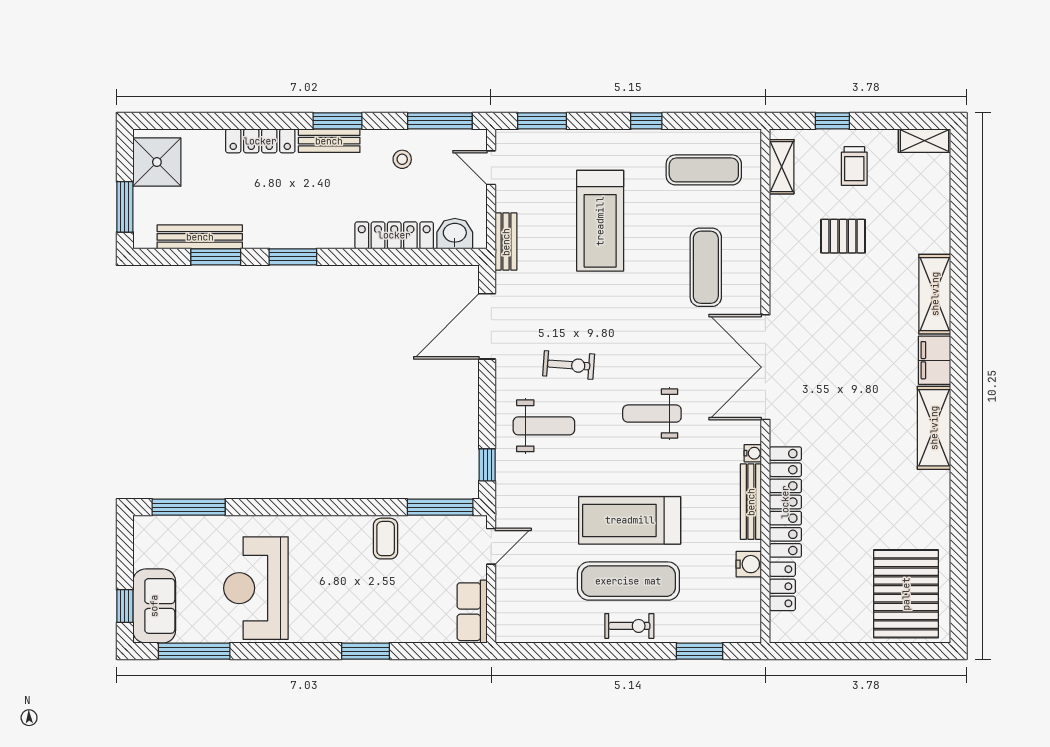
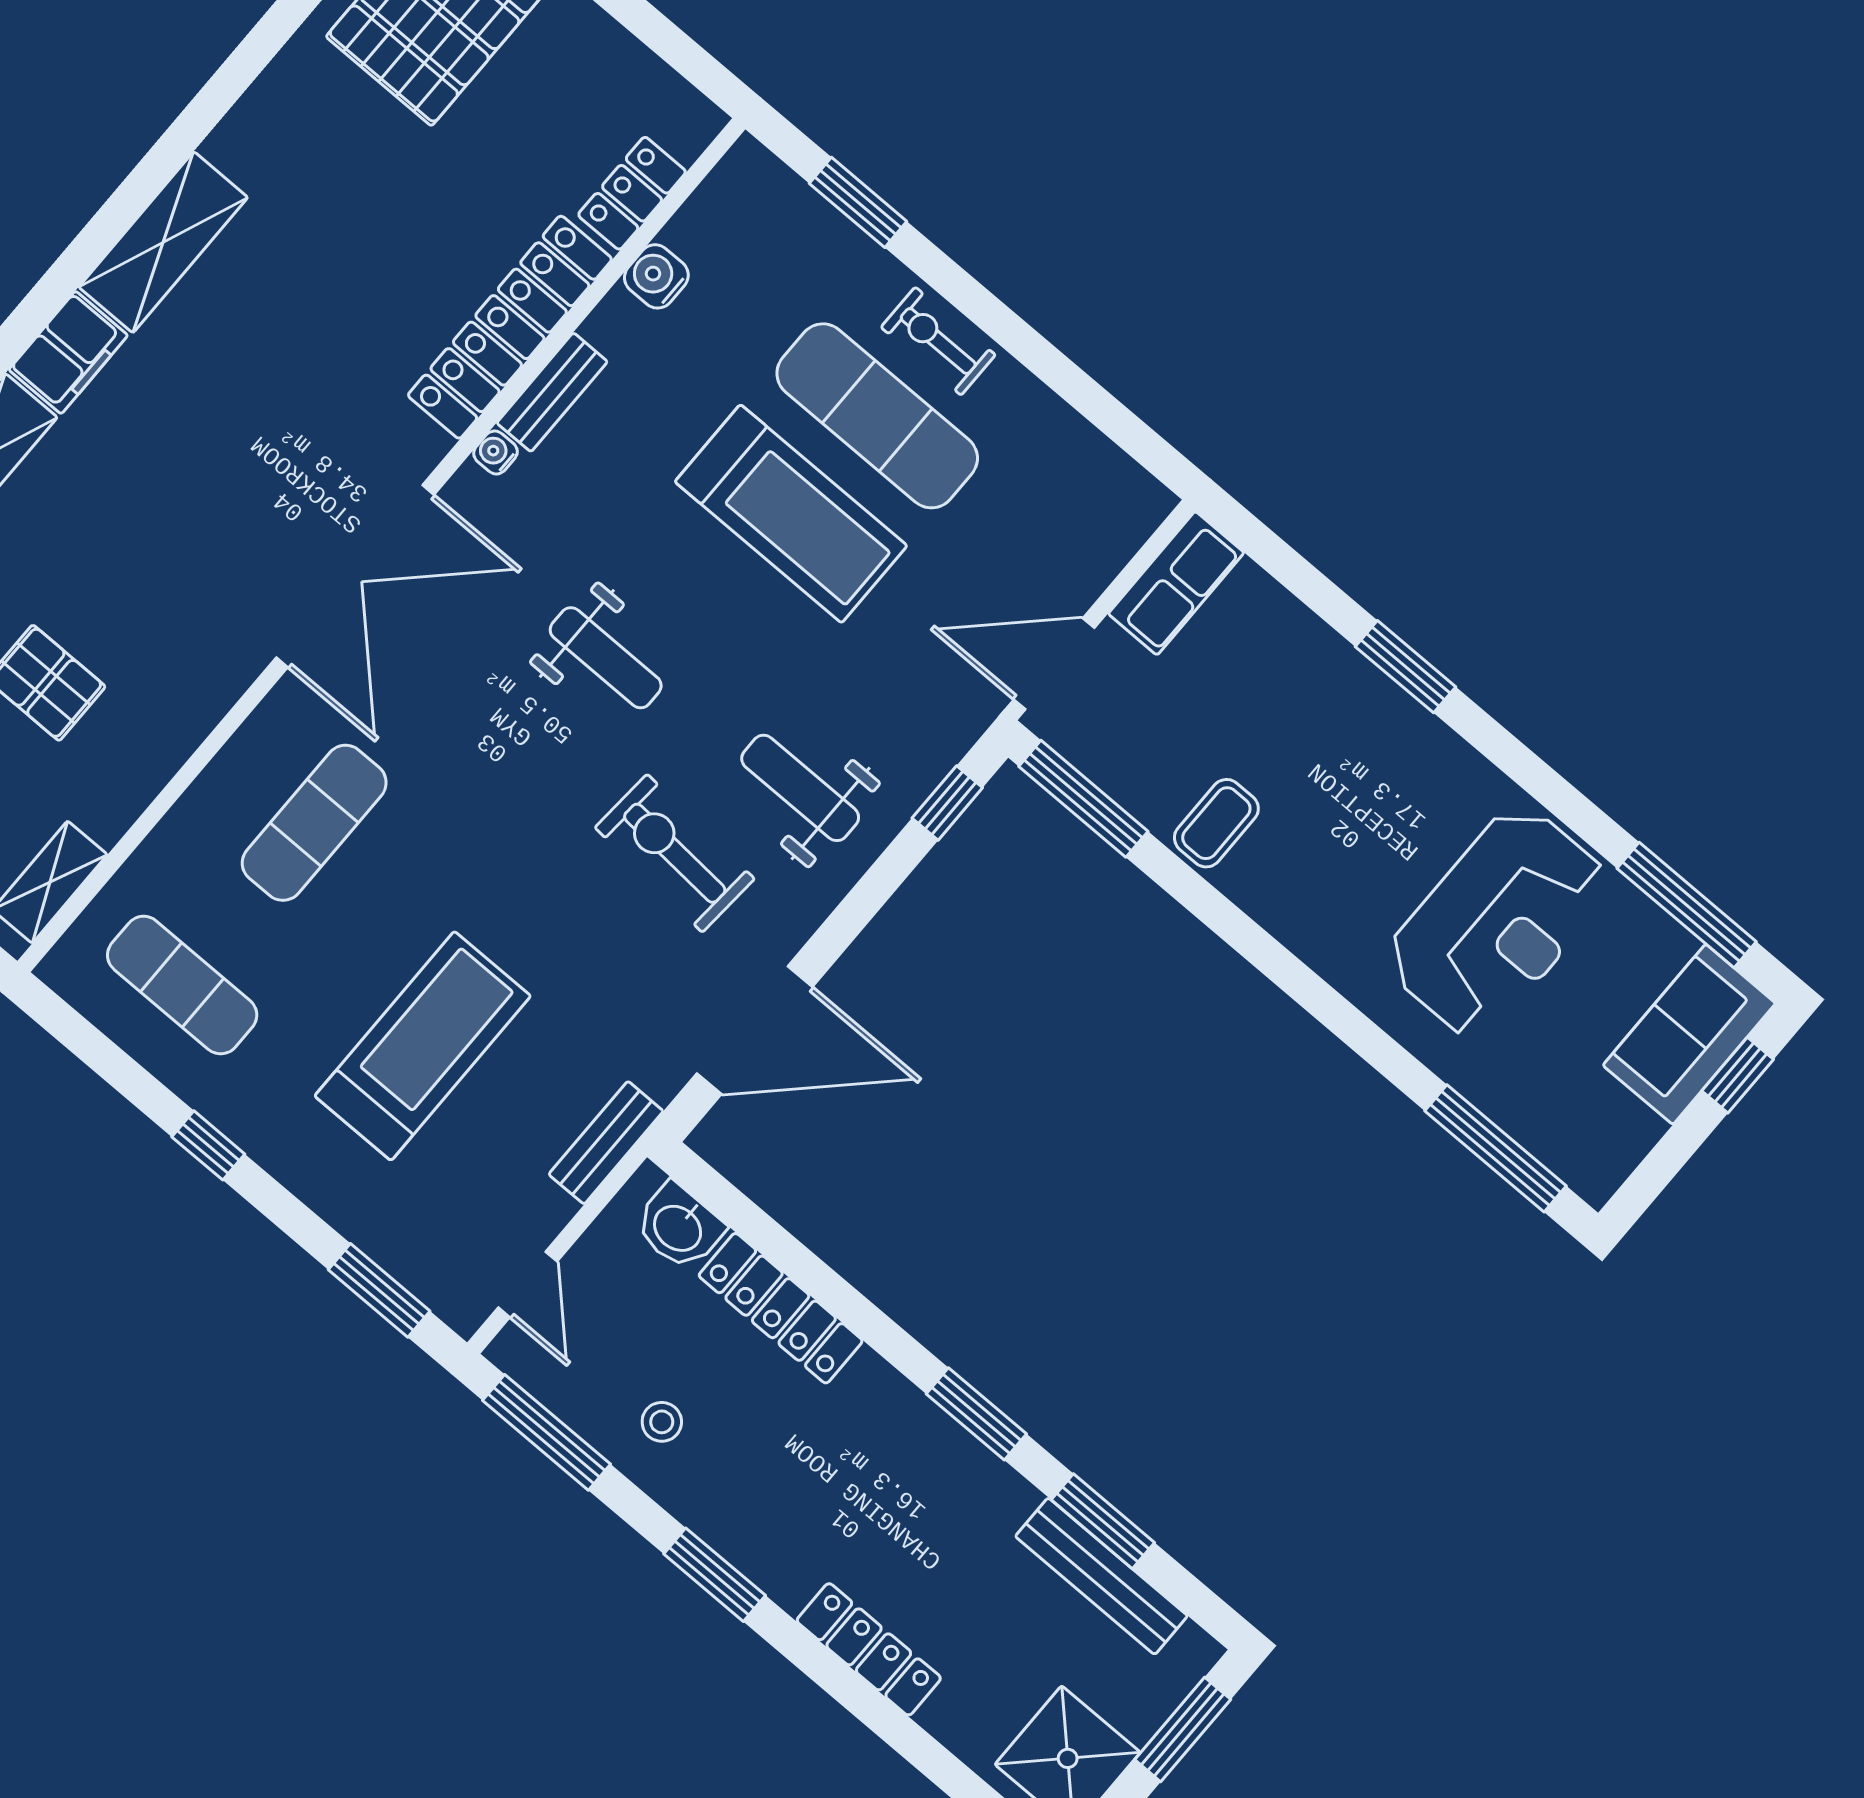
bench: (329, 141) -> (756, 1554), removed
exercise bike: (569, 365) -> (675, 853), width x1.38, depth x1.39
bench: (751, 502) -> (552, 392), width x0.73
door: (491, 546) -> (1054, 664), width x1.38

